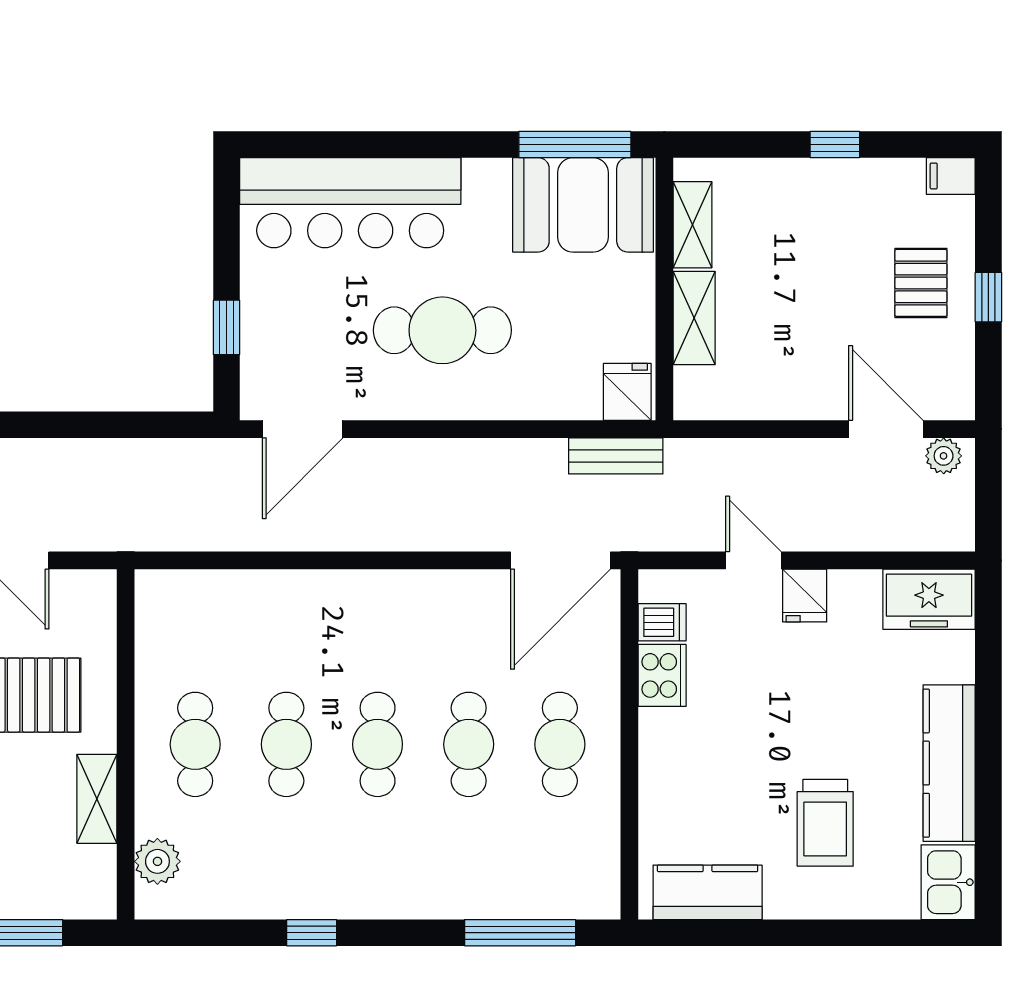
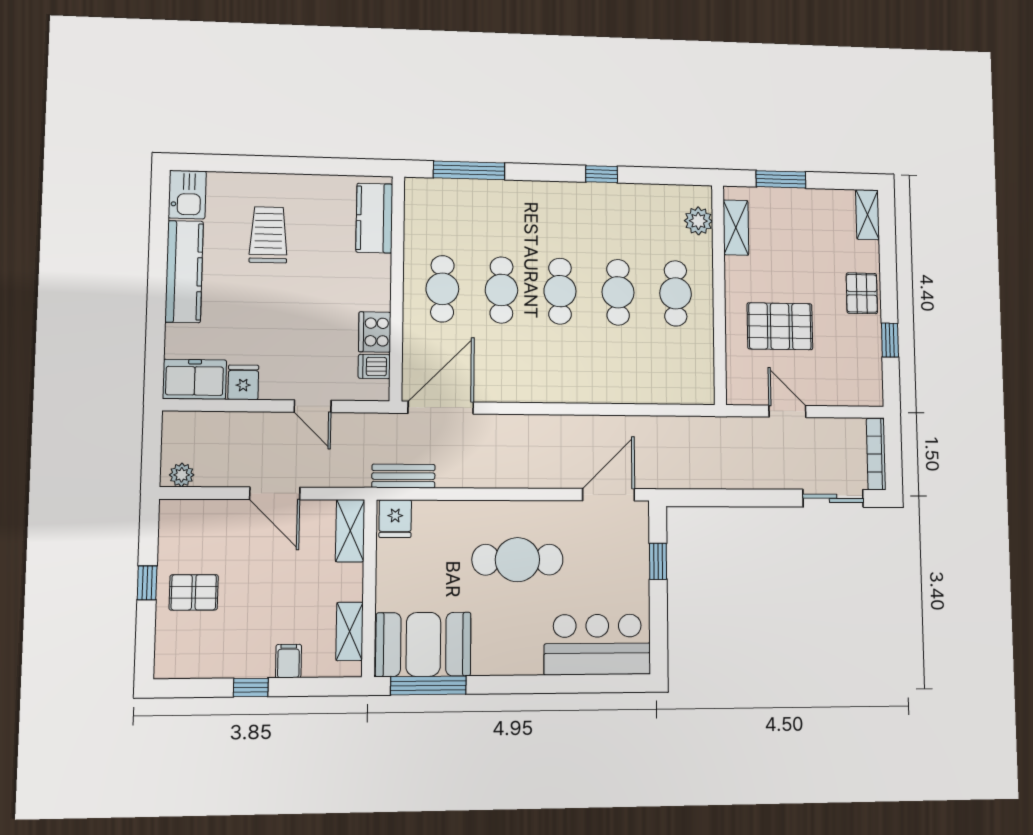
filing cabinet: (951, 176) -> (288, 661), moved, turned -90
bar counter: (350, 203) -> (597, 644), width x0.73
pallet: (921, 283) -> (194, 592), turned 90
shelving: (694, 318) -> (350, 531), moved
door: (886, 429) -> (275, 493), moved
fridge: (805, 596) -> (243, 382), moved
shelving: (97, 799) -> (736, 228), moved
kitchen counter: (708, 892) -> (374, 218), moved, turned 90

